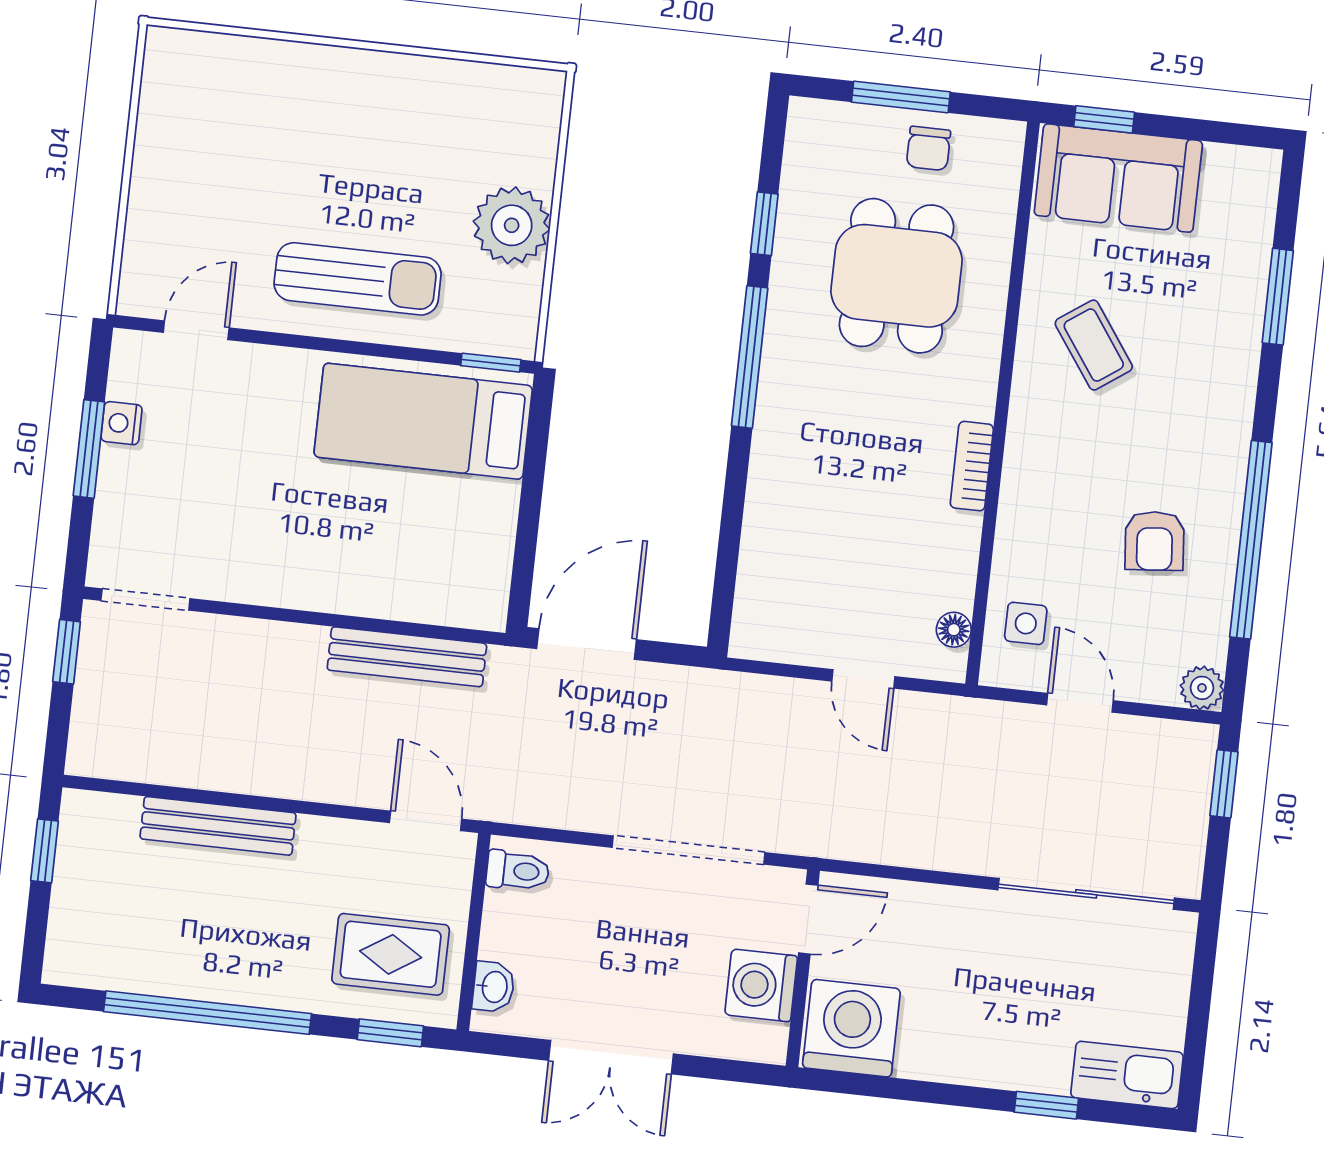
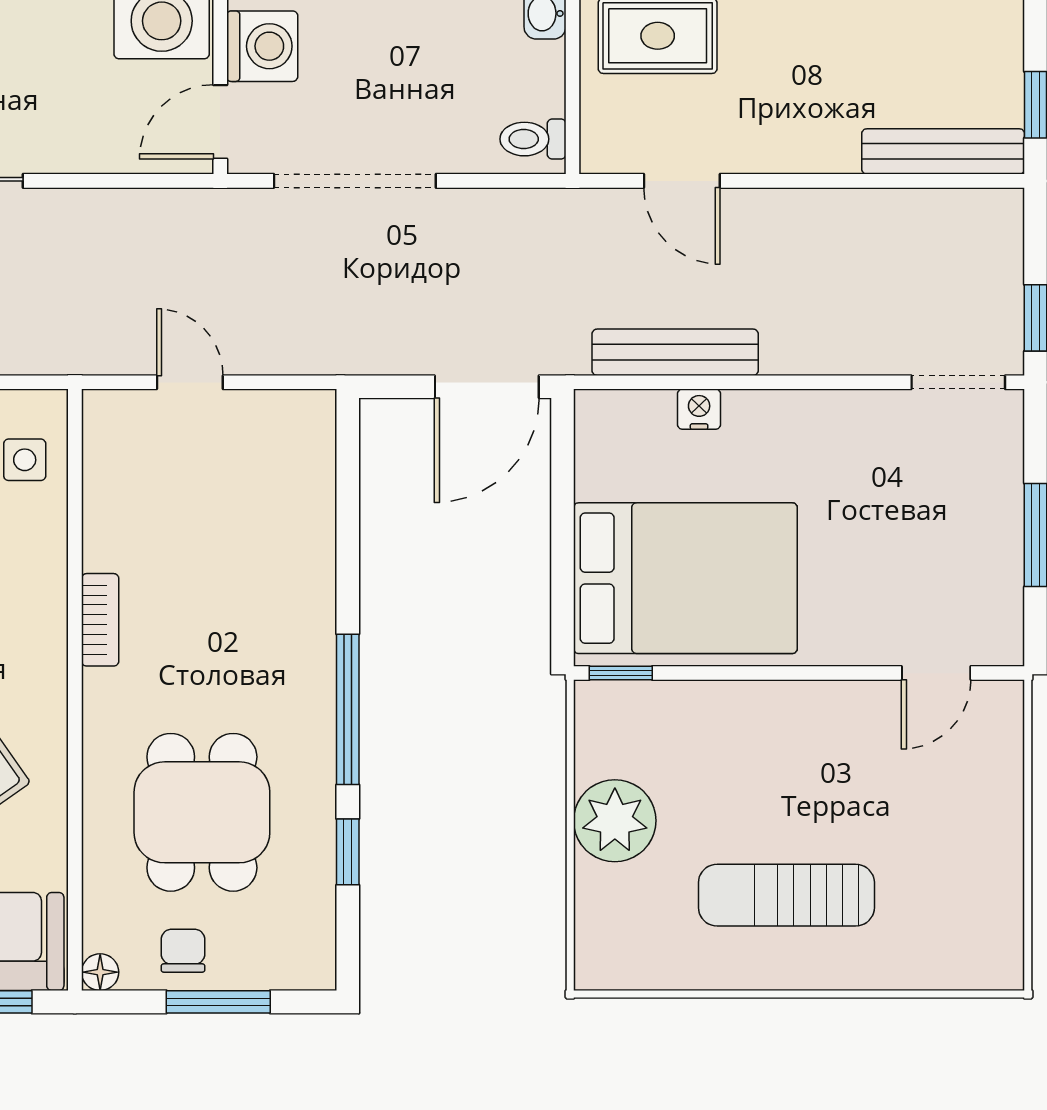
sun lounger: (358, 279) -> (786, 895), moved
bed: (423, 421) -> (685, 578), width x1.50
nightstand: (122, 423) -> (699, 409), moved, turned -90
floor lamp: (954, 630) -> (100, 972), moved
door: (426, 821) -> (682, 181), moved
bench: (218, 826) -> (943, 151), moved

